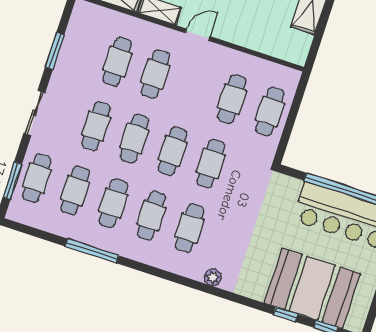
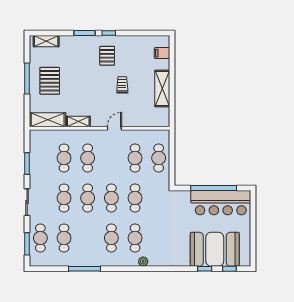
door: (197, 35) -> (114, 128), moved
cafe table: (113, 203) -> (88, 238), removed
plant: (213, 278) -> (143, 261), moved

